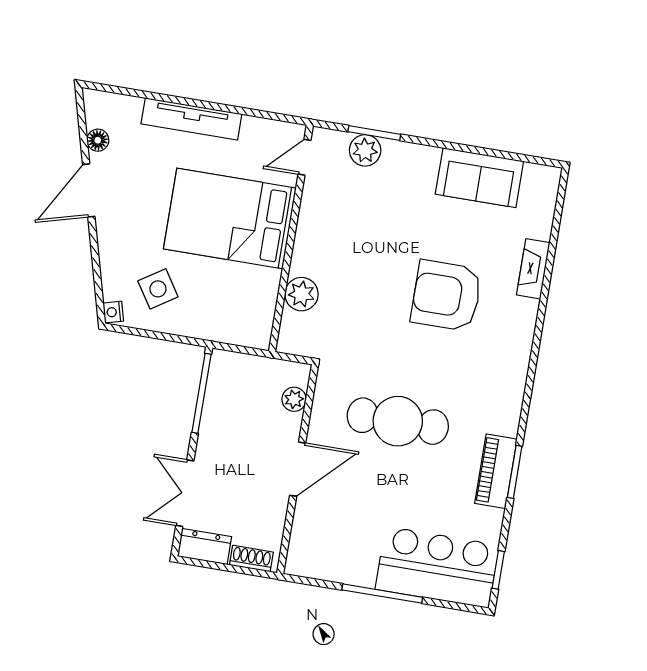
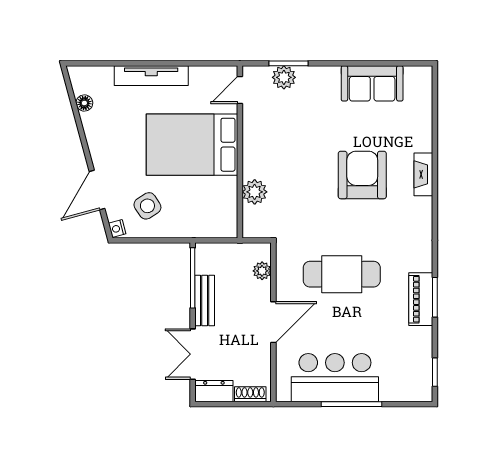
door: (89, 190) -> (97, 190), moved
fireplace: (533, 269) -> (423, 174), moved
armchair: (446, 296) -> (362, 175), turned 90
bench: (212, 426) -> (205, 300), added
bar counter: (437, 567) -> (335, 378), moved

